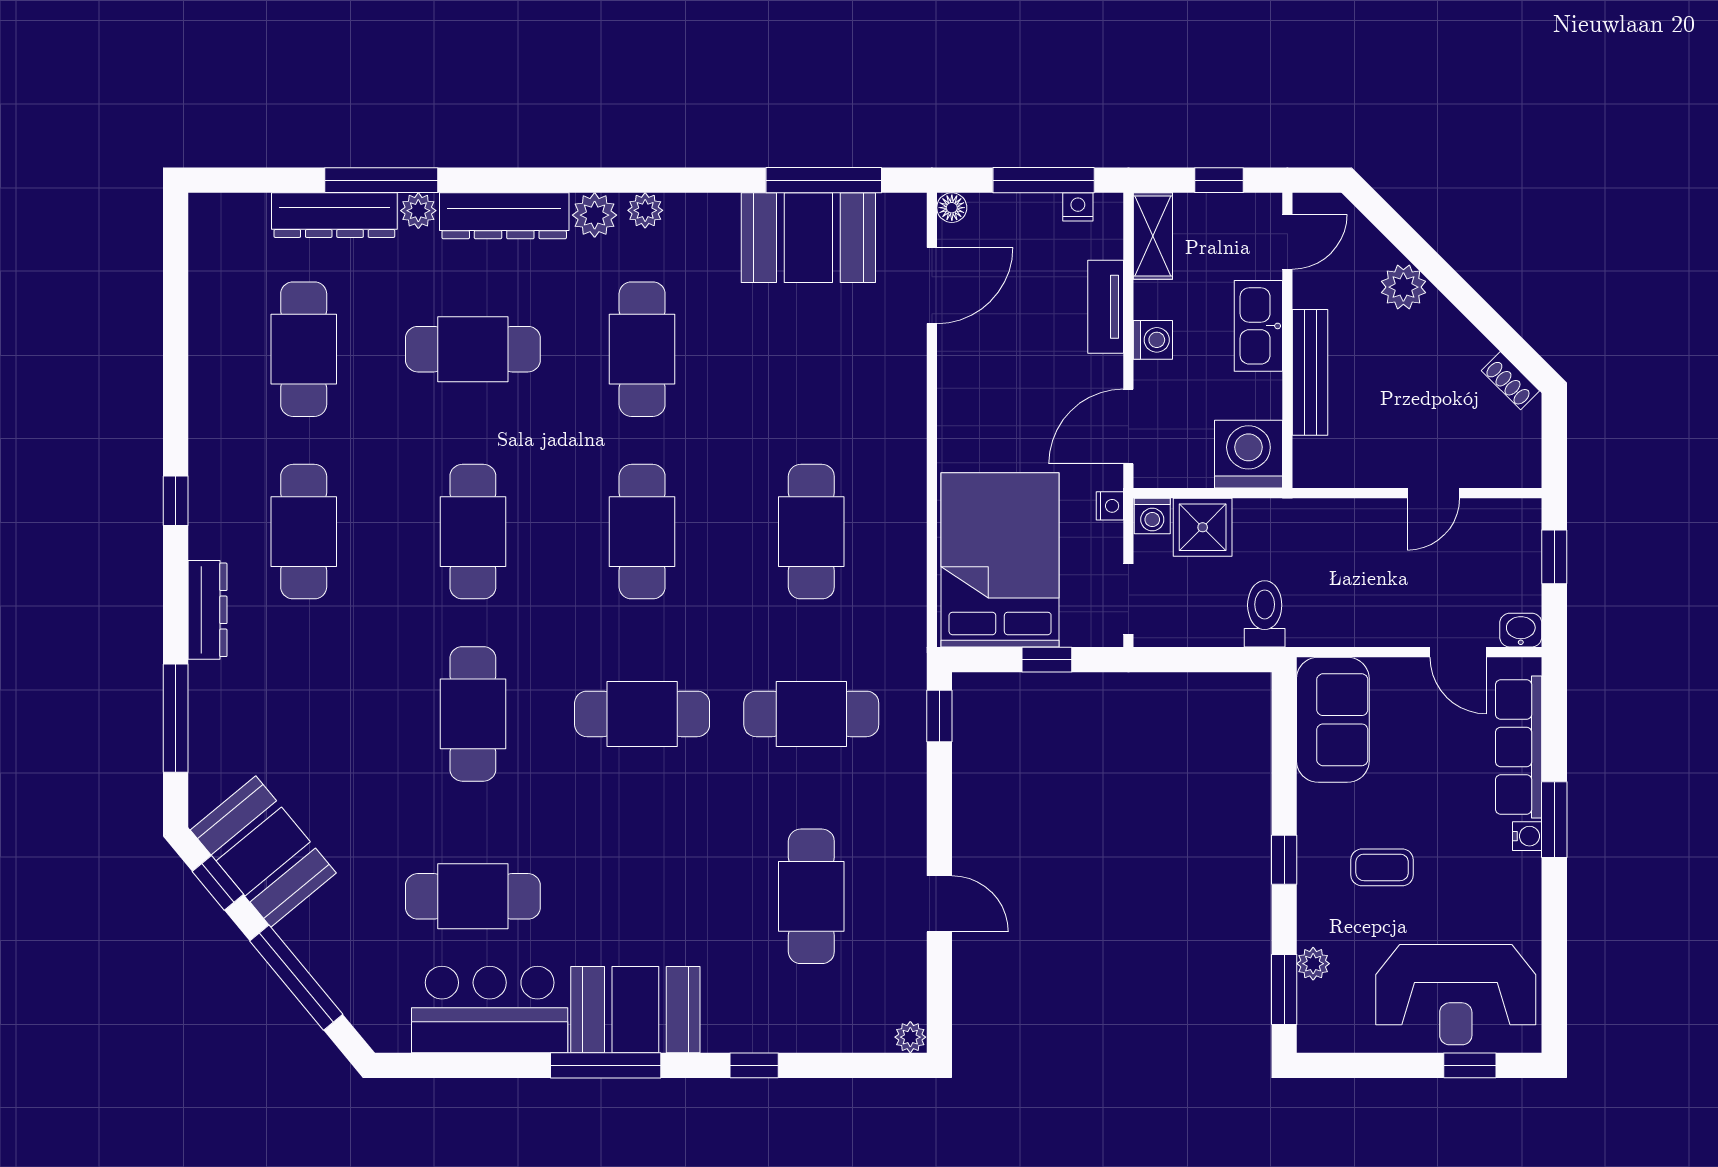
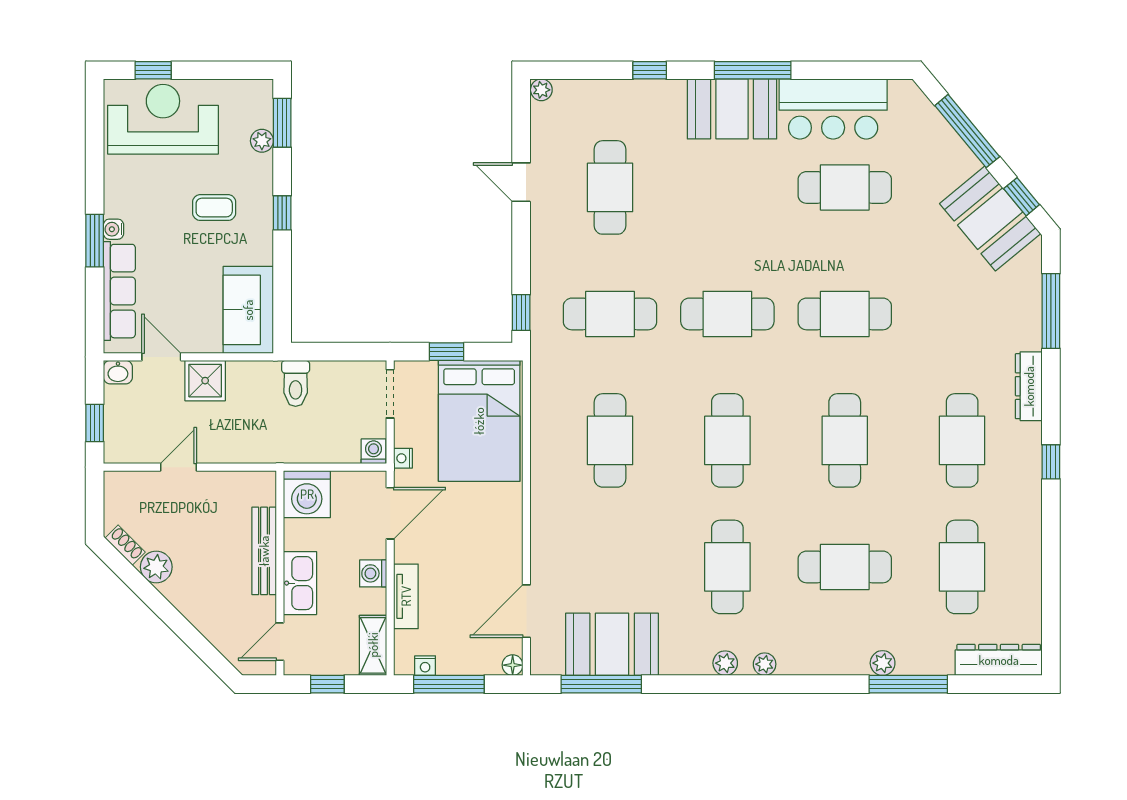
dresser: (334, 215) -> (999, 660), moved
plant: (595, 215) -> (765, 664), width x0.73, depth x0.73
dresser: (504, 216) -> (823, 659), removed
plant: (1403, 287) -> (156, 567), moved
shower: (1203, 527) -> (205, 381), moved
cafe table: (473, 714) -> (845, 314), turned 90

